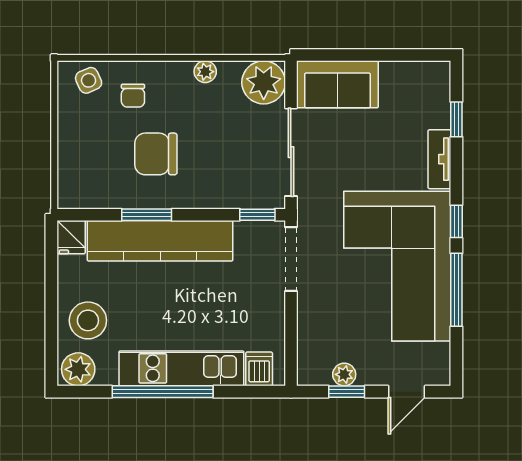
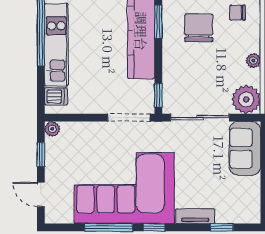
plant: (344, 374) -> (52, 129), moved

